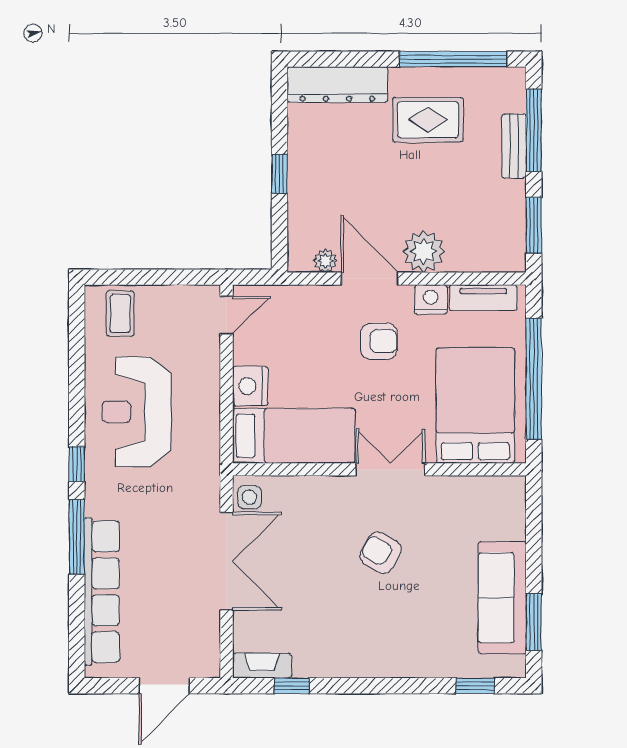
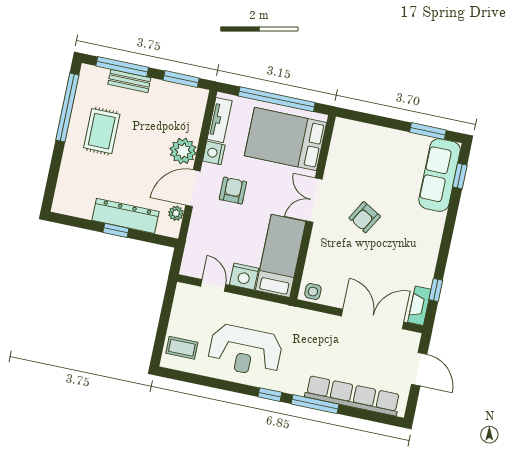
dresser: (337, 85) -> (126, 216), moved, turned -90
door: (227, 315) -> (213, 285), moved
double door: (227, 561) -> (373, 319), moved
sofa: (502, 598) -> (440, 175), moved, turned 90

